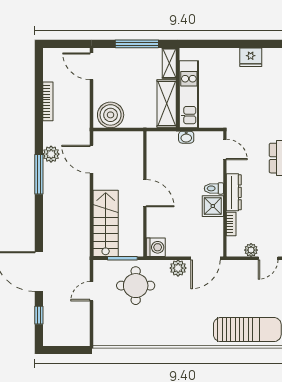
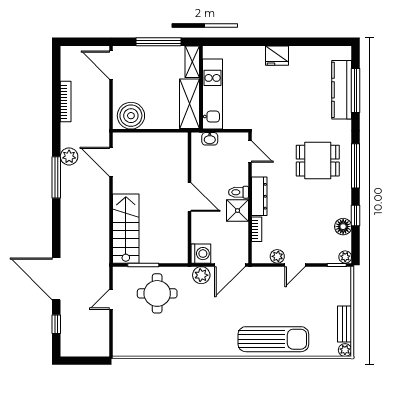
door: (145, 193) -> (190, 197), moved
wall: (145, 194) -> (190, 198), moved
washing machine: (156, 247) -> (201, 254), moved

